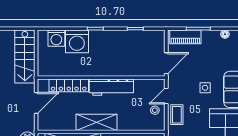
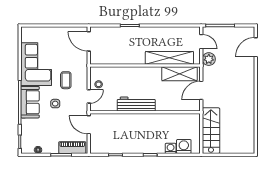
washing machine: (77, 41) -> (171, 148), width x0.53, depth x0.53
door: (166, 63) -> (89, 125), hinge flipped
locker: (69, 85) -> (173, 106), removed
coffee table: (177, 115) -> (66, 80), moved
shelving: (97, 122) -> (179, 74), moved

